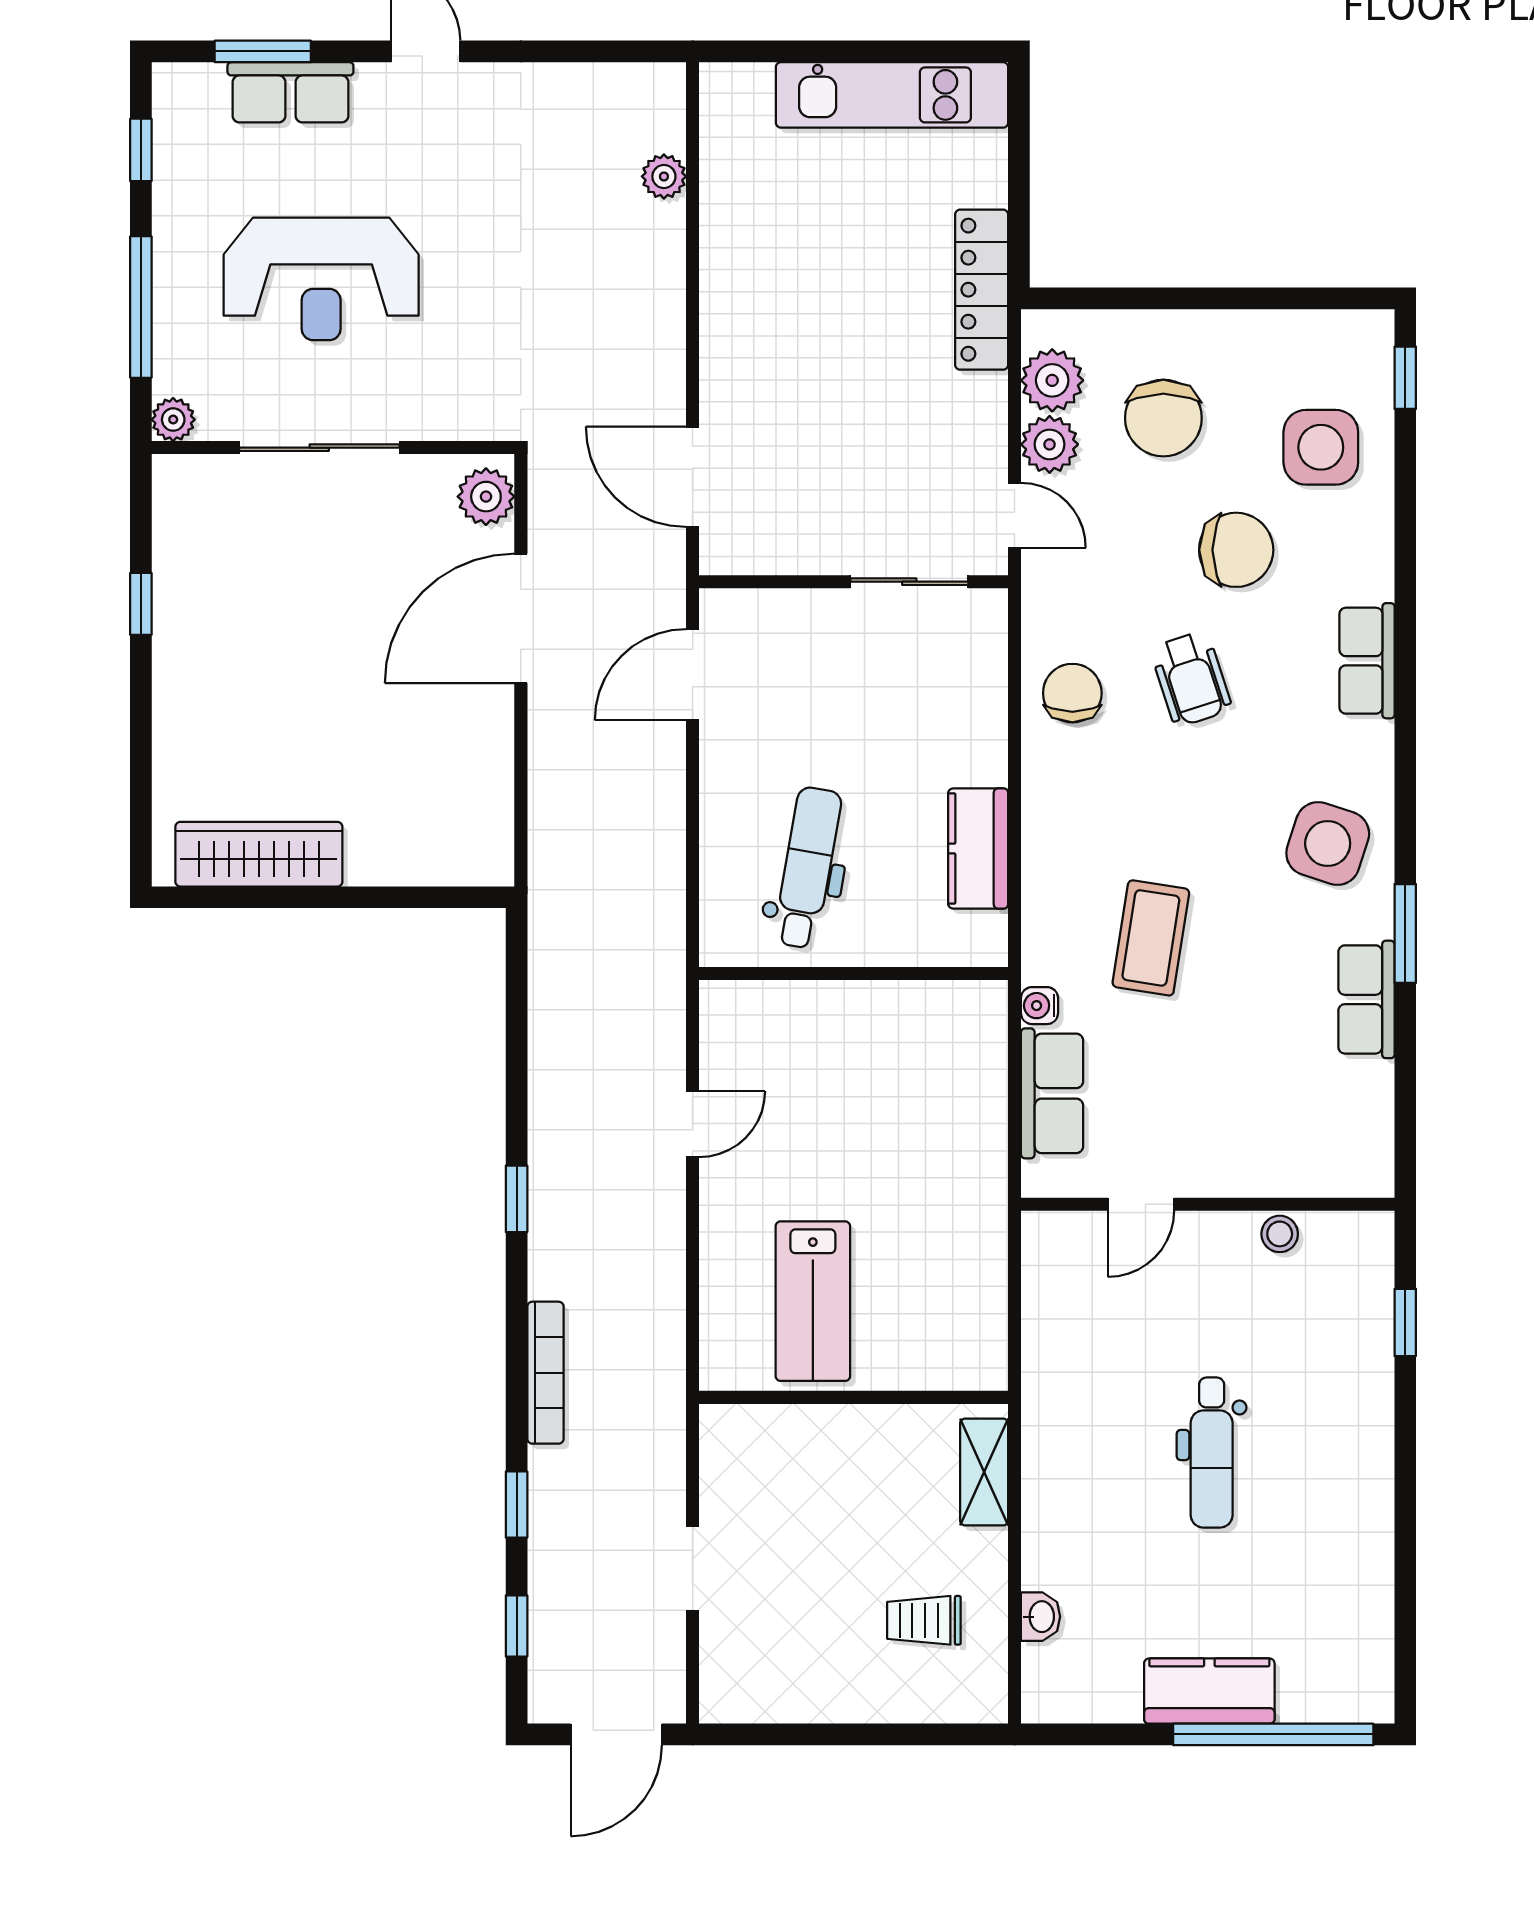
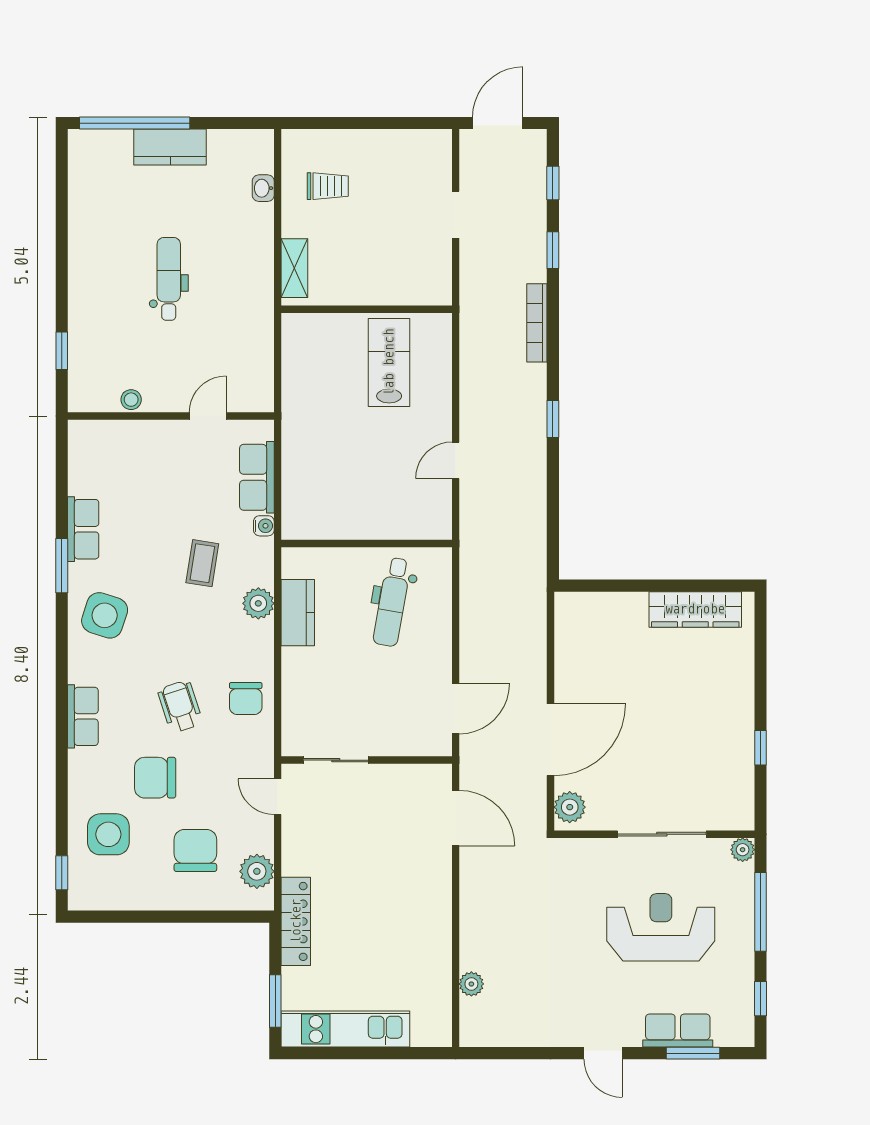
window: (1019, 146) -> (275, 1001), added
plant: (1050, 444) -> (258, 603), moved
coffee table: (1151, 938) -> (202, 563), width x0.73, depth x0.77

